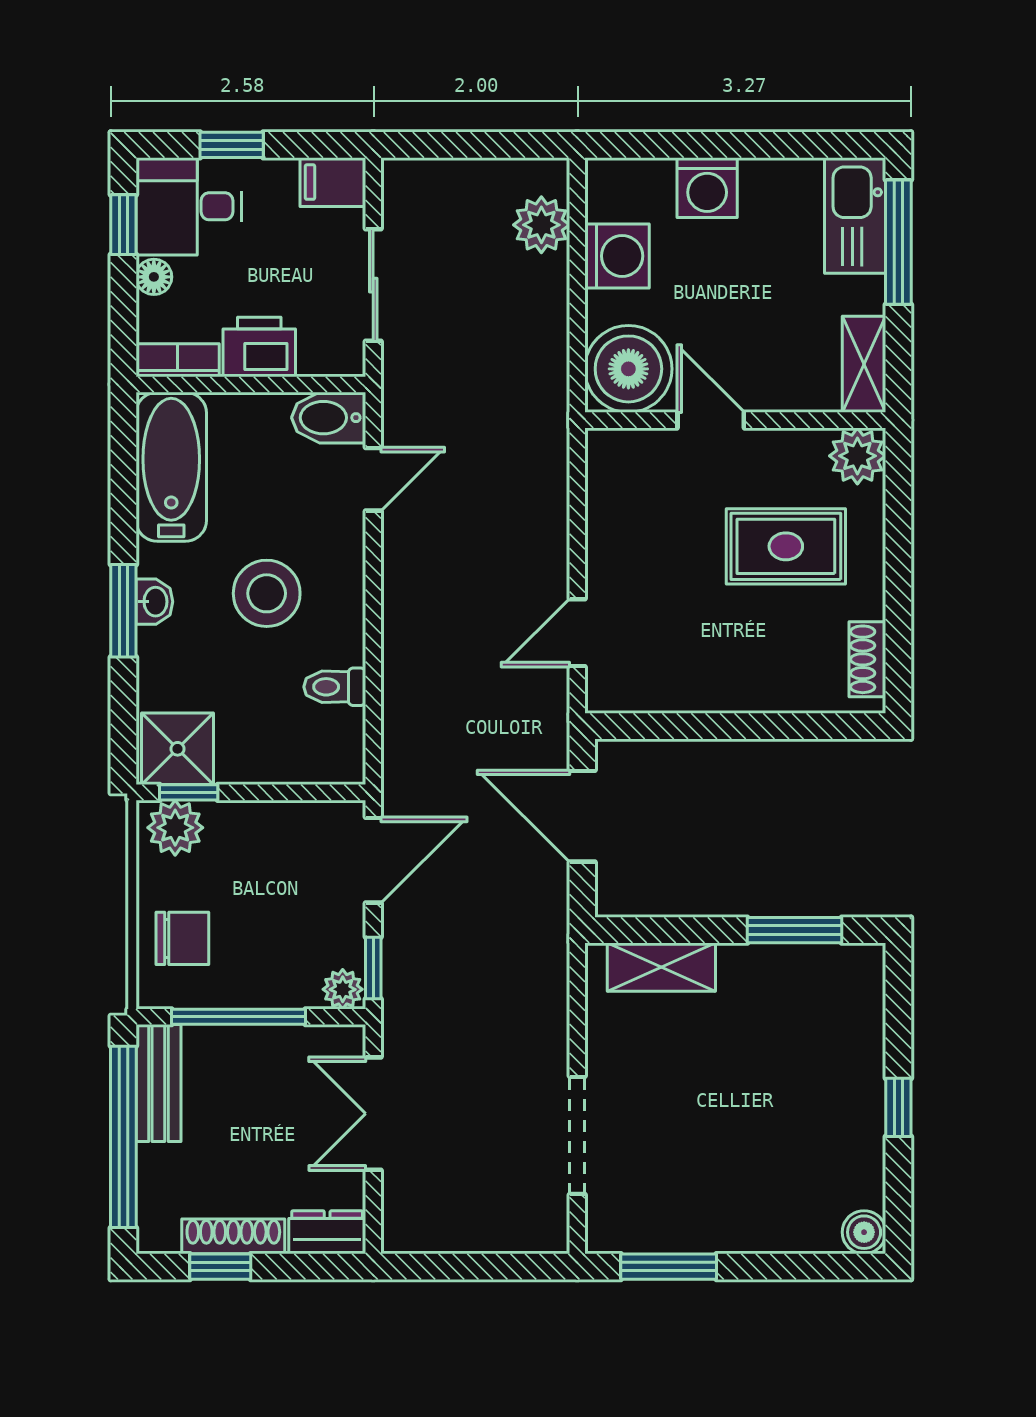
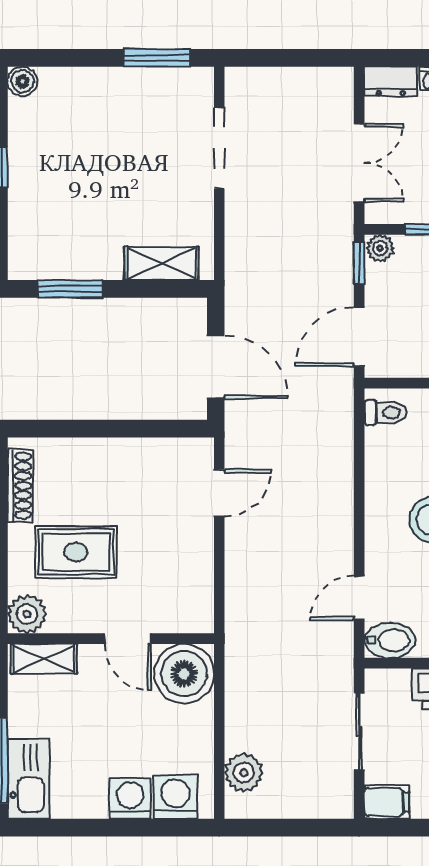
washing machine: (617, 256) -> (176, 797), moved, turned 90
shelving: (864, 364) -> (44, 659), moved, turned 90
shoe rack: (867, 659) -> (20, 486), width x1.43
toilet: (335, 687) -> (386, 412), moved

